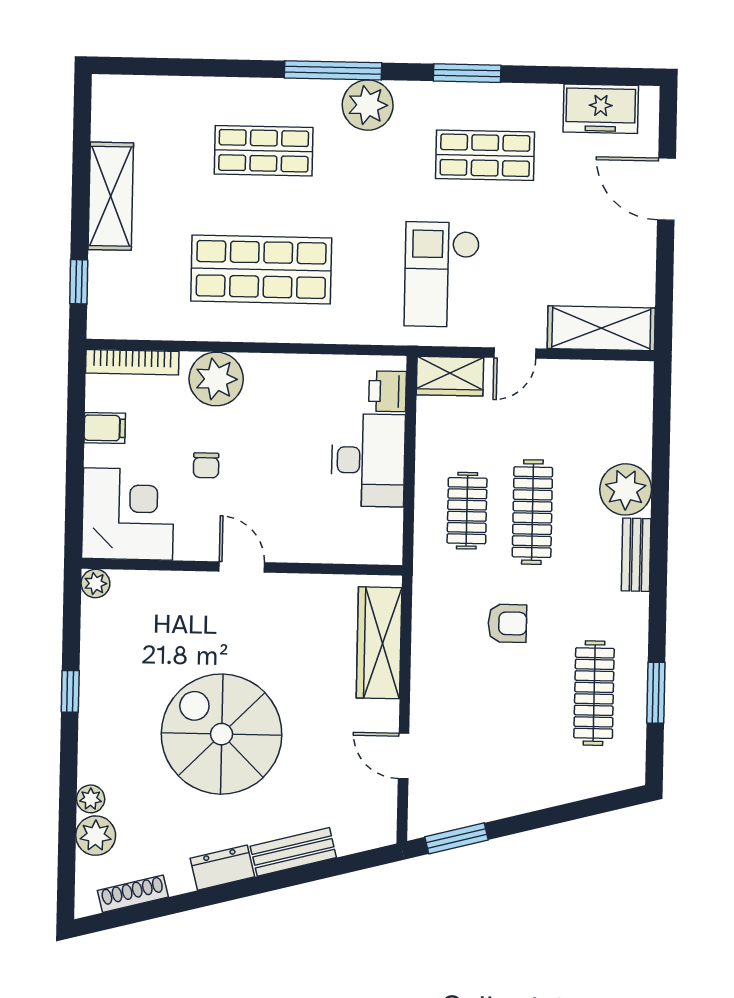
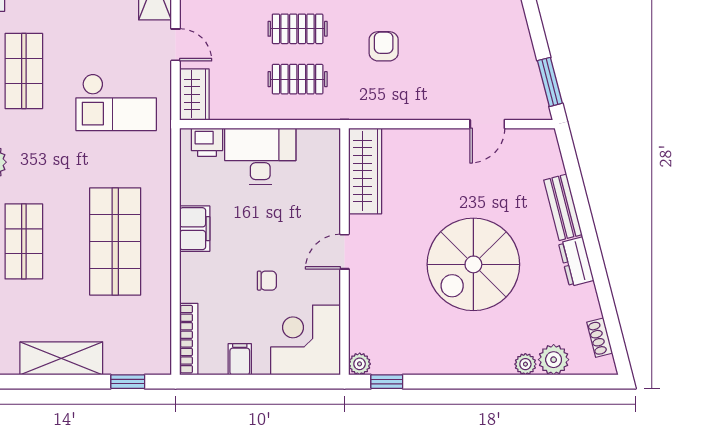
filing cabinet: (276, 373) -> (195, 229), added
plant: (216, 379) -> (200, 274), removed
clothes rail: (532, 512) -> (298, 29), width x0.73
wardrobe: (379, 643) -> (365, 171), moved, turned -90
window: (70, 691) -> (387, 382), moved
shoe rack: (133, 894) -> (600, 338), width x0.70

